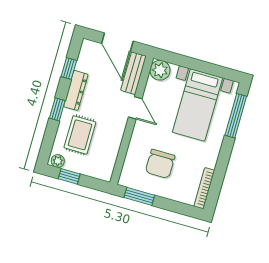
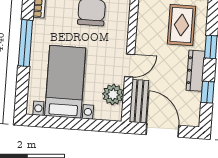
plant: (160, 70) -> (113, 94), moved
door: (135, 108) -> (130, 65), swing flipped
window: (236, 116) -> (25, 43), moved

